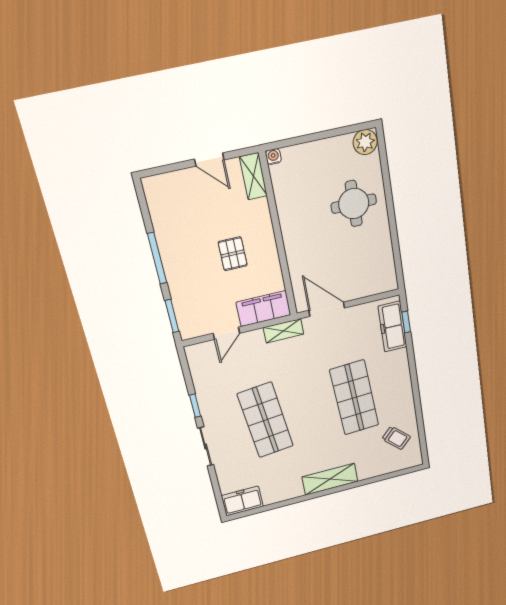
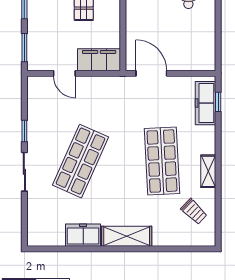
shelving: (283, 331) -> (208, 171), moved, turned 90
door: (226, 333) -> (64, 73), hinge flipped
shop shelf: (265, 420) -> (81, 161), turned 30
freezer: (242, 501) -> (83, 235), moved

